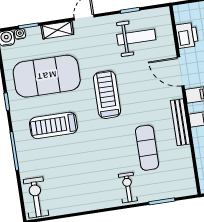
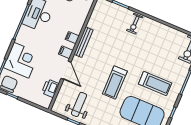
weight bench: (136, 37) -> (79, 104), turned 90
exercise mat: (147, 148) -> (111, 39), removed

